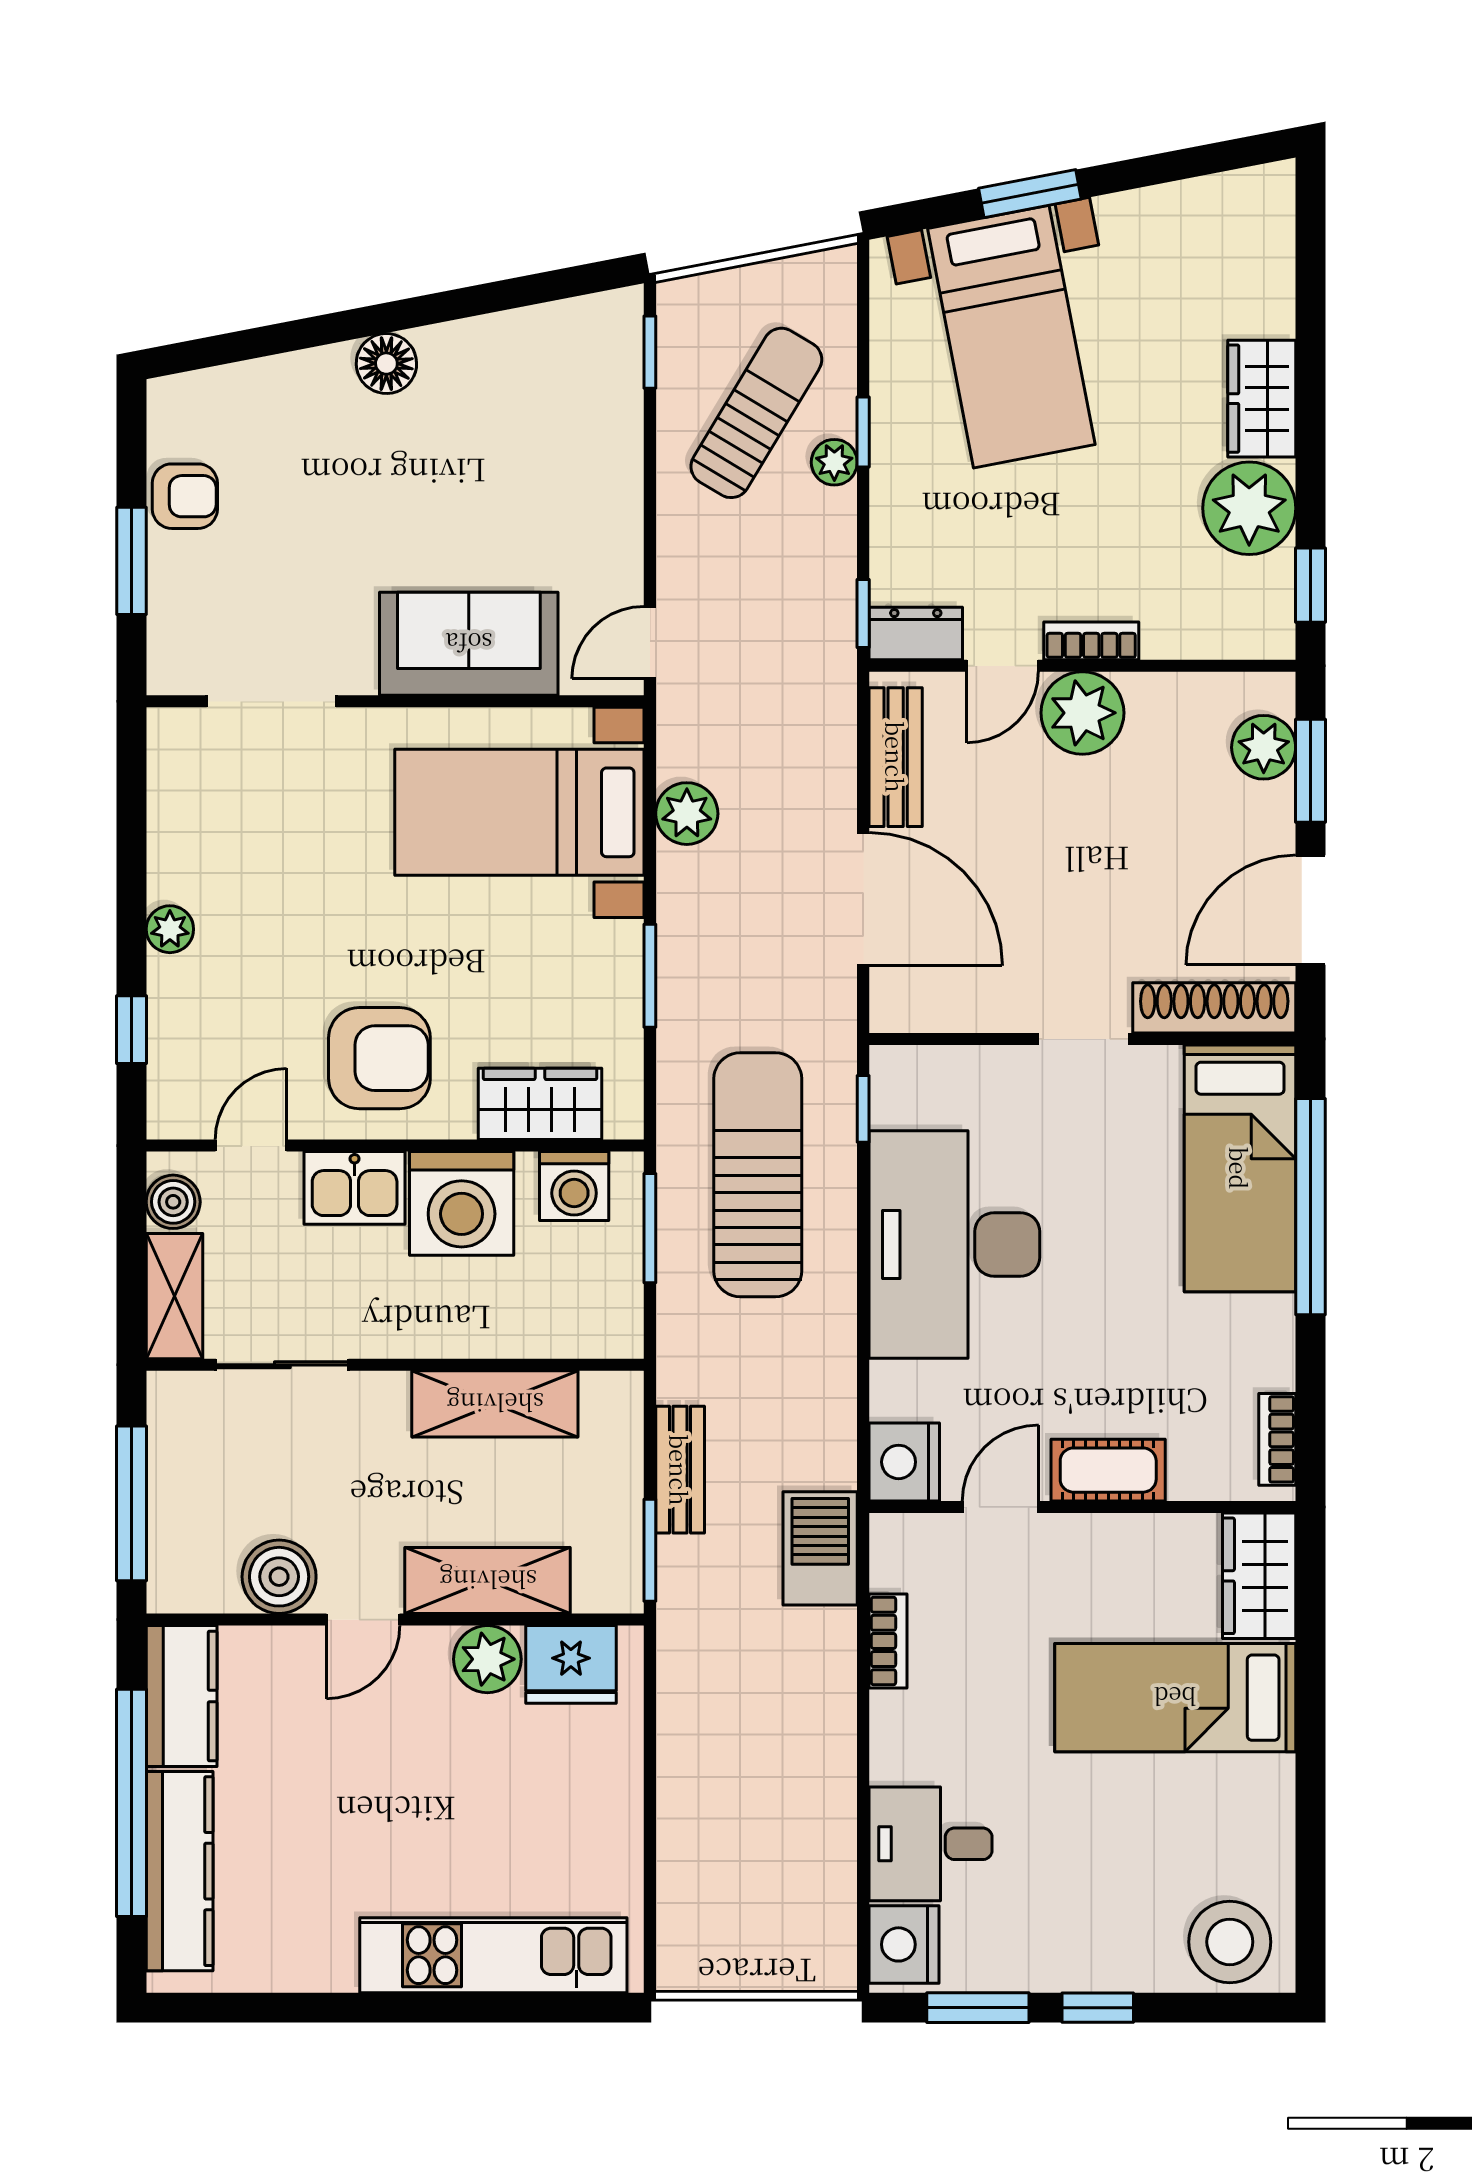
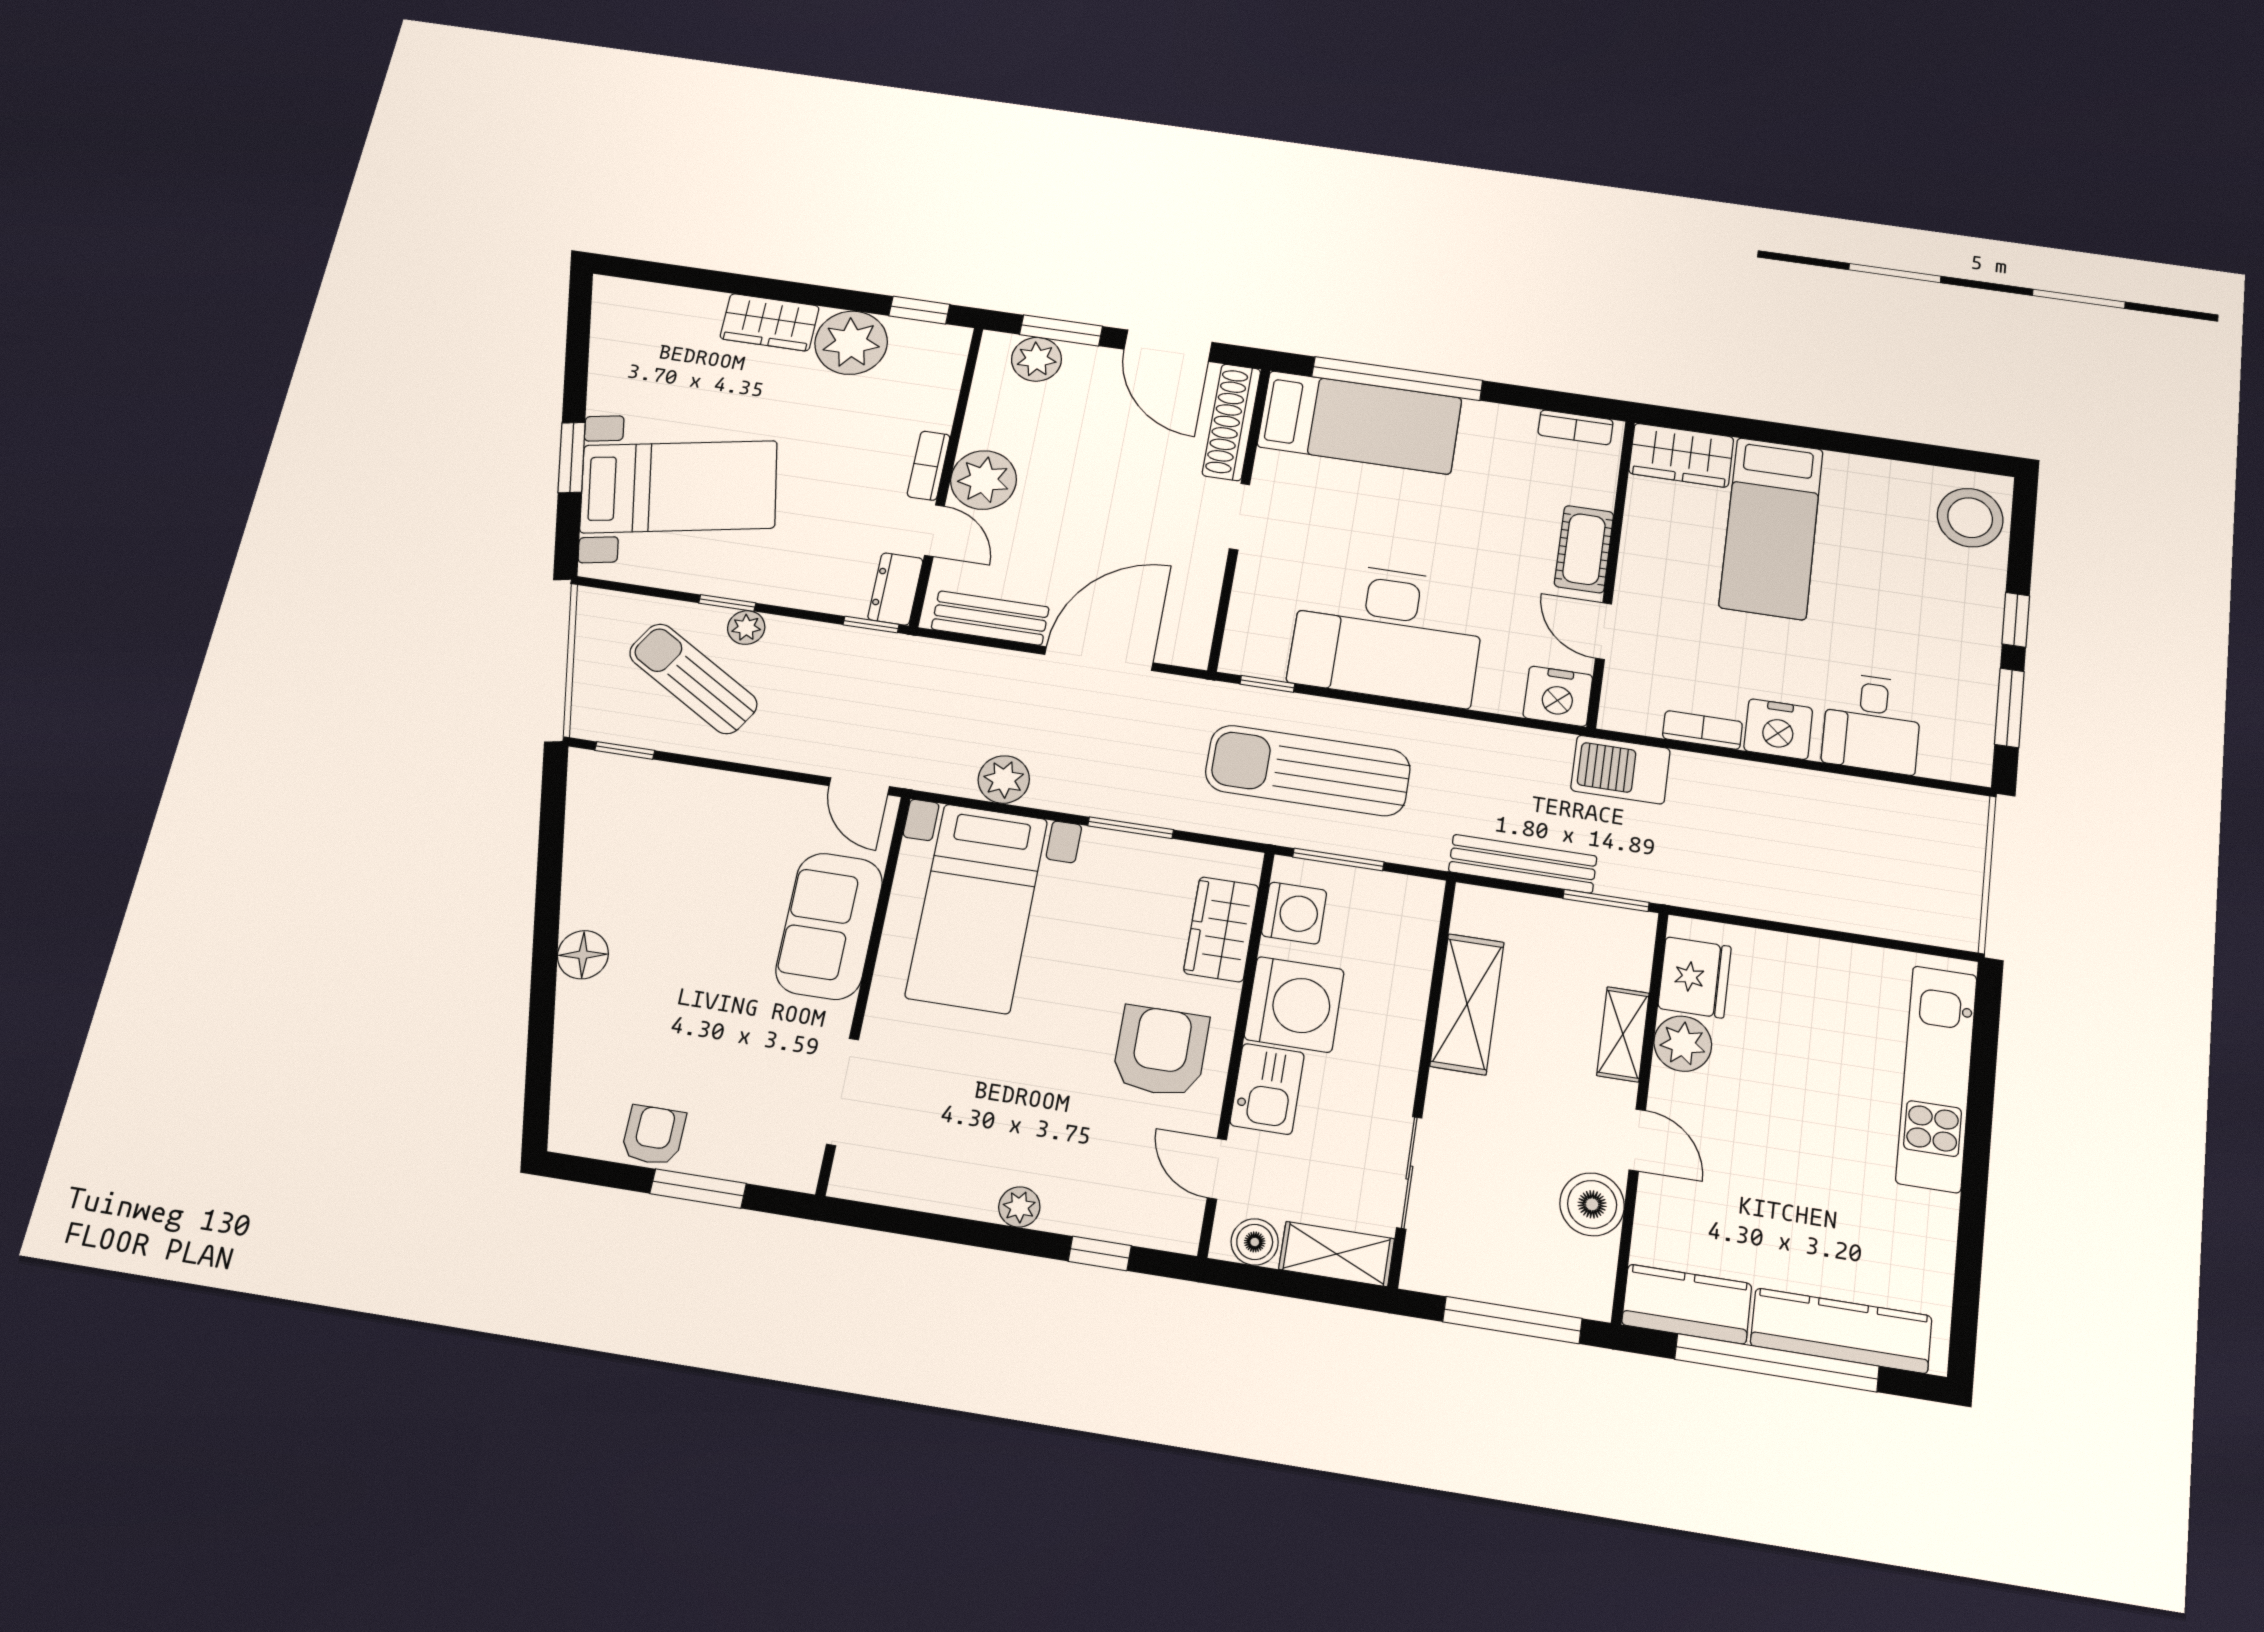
bench: (680, 1470) -> (1523, 864), width x1.36
shelving: (488, 1581) -> (1623, 1034), width x0.67, depth x0.75
nightstand: (904, 1944) -> (1778, 729), moved

